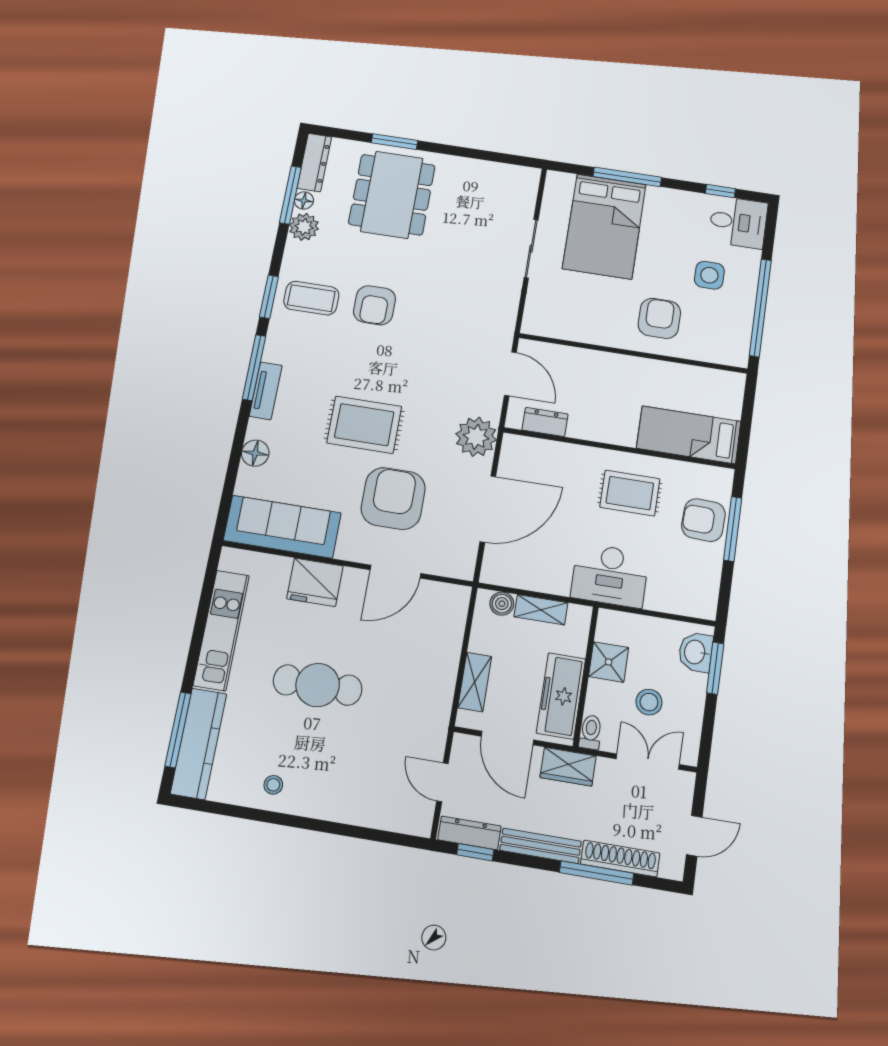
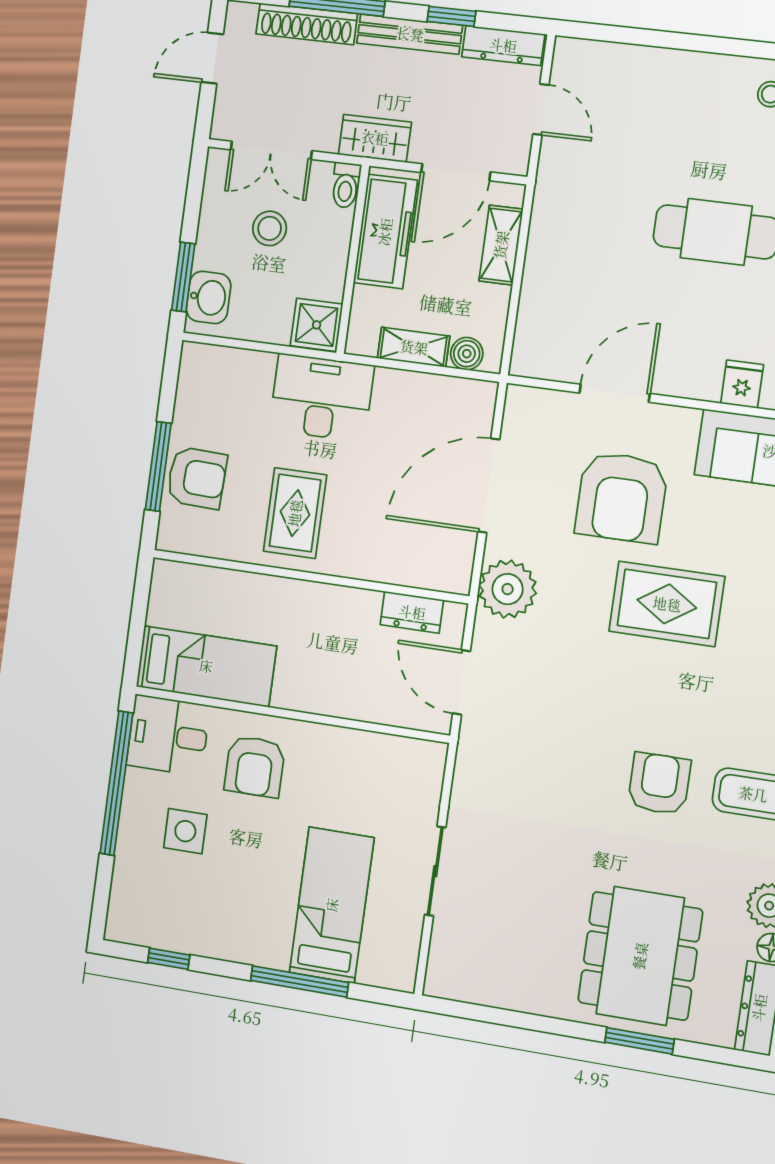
desk: (738, 222) -> (168, 735), moved
bed: (604, 226) -> (332, 905), width x0.67
bed: (689, 435) -> (206, 666), moved
rug: (630, 493) -> (295, 513), turned 90
fridge: (315, 582) -> (742, 384), width x0.53, depth x0.75
shower: (609, 662) -> (317, 325), moved
door: (507, 738) -> (456, 172), swing flipped
window: (475, 852) -> (451, 16), moved

